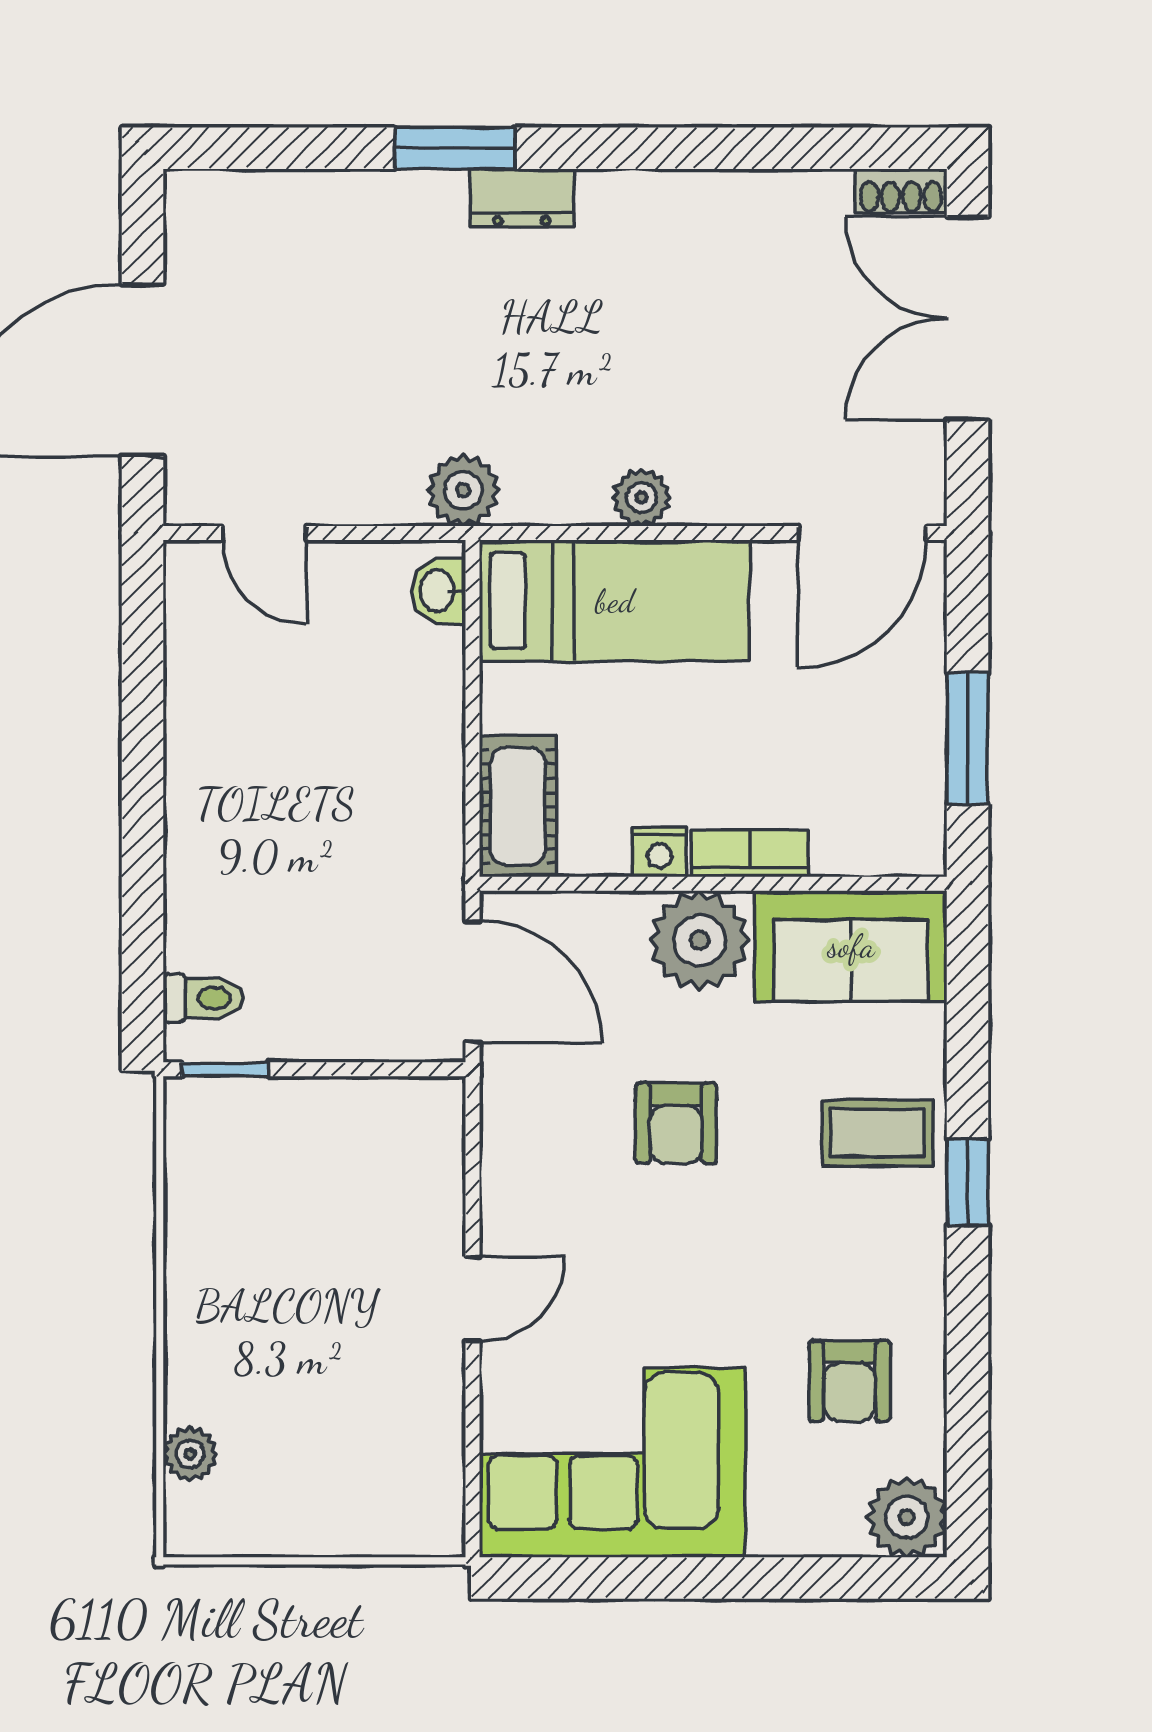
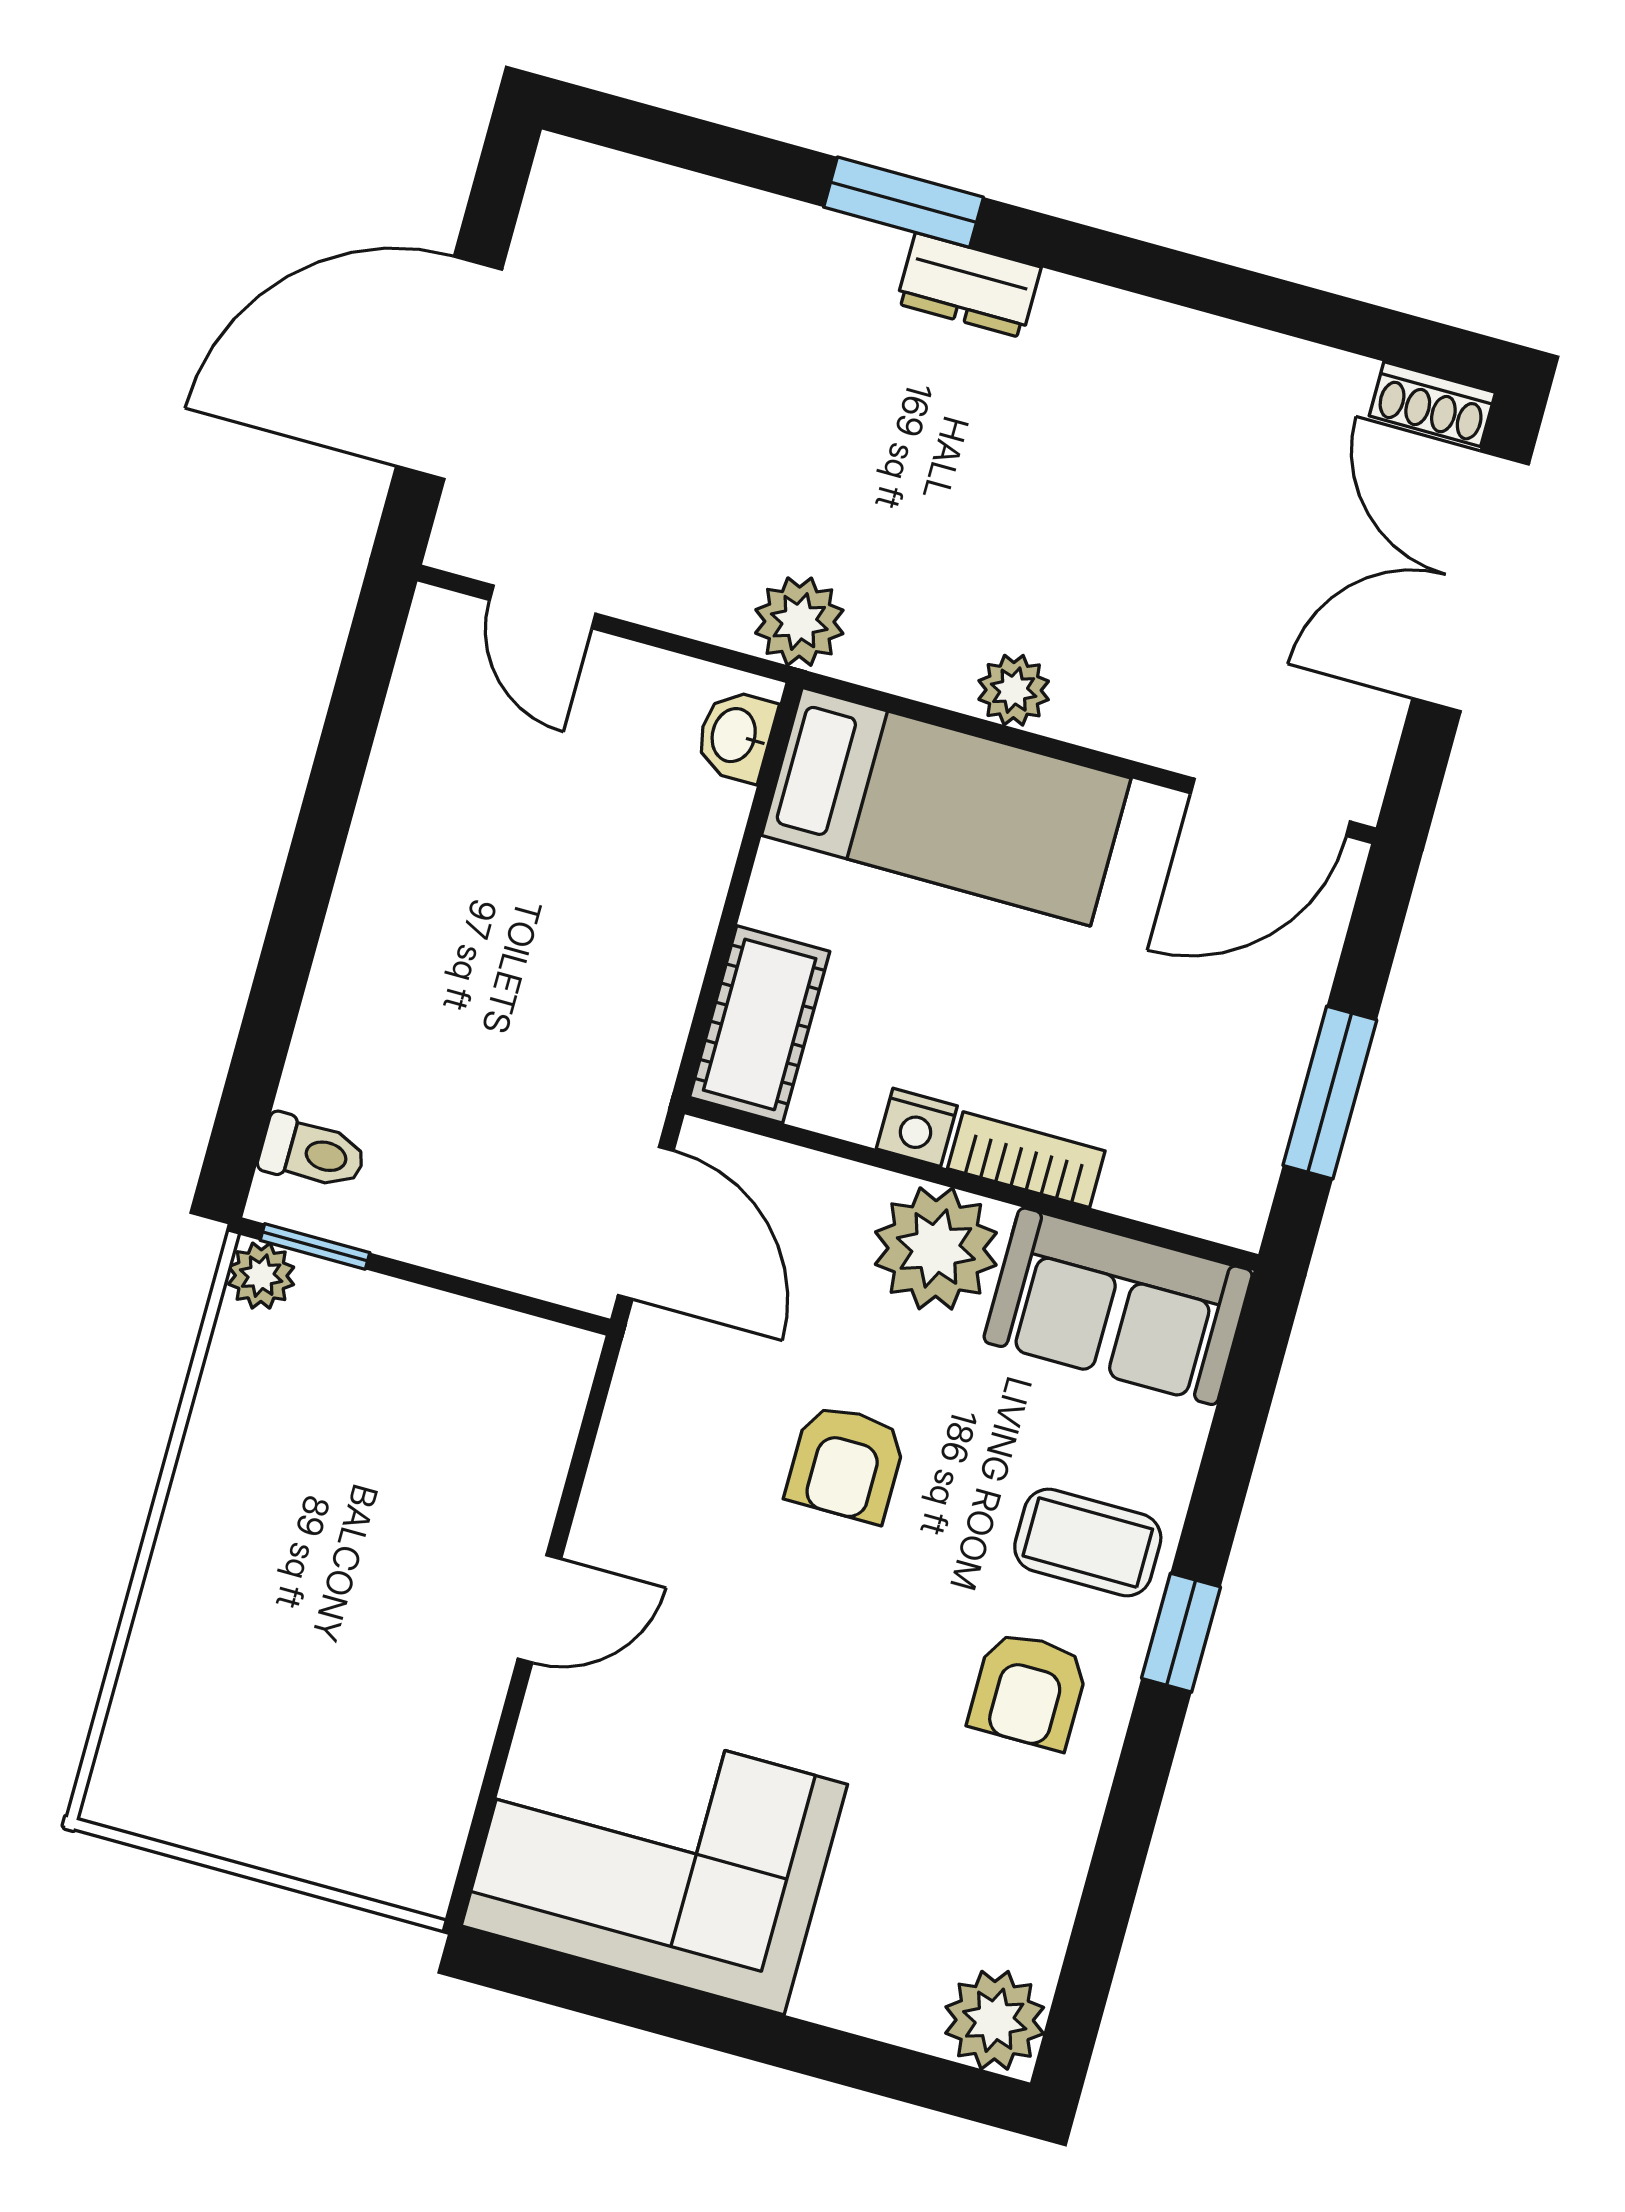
armchair: (850, 1381) -> (1028, 1690), moved
plant: (190, 1454) -> (261, 1276), moved

